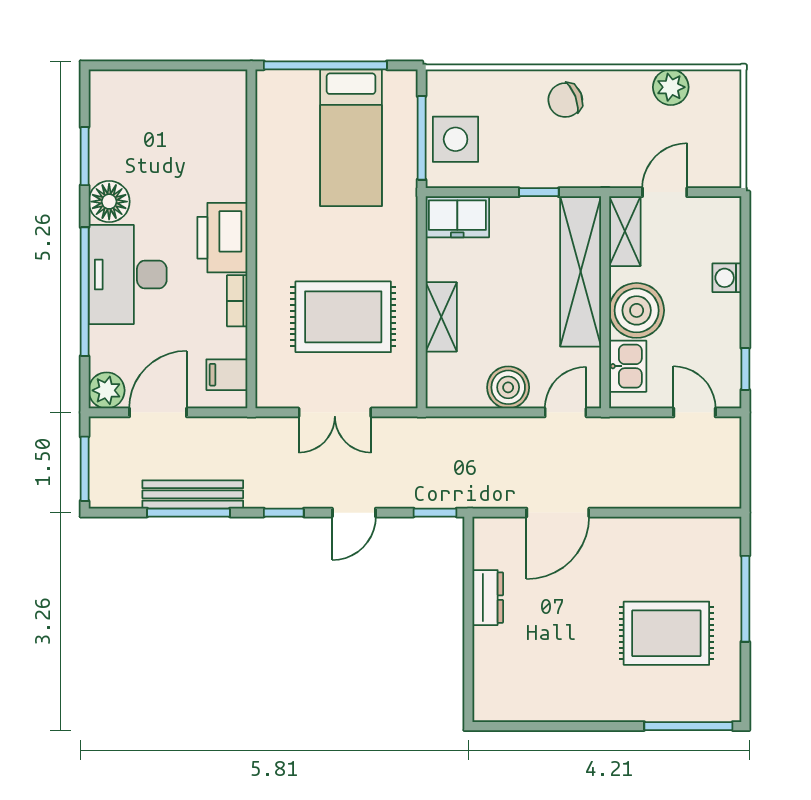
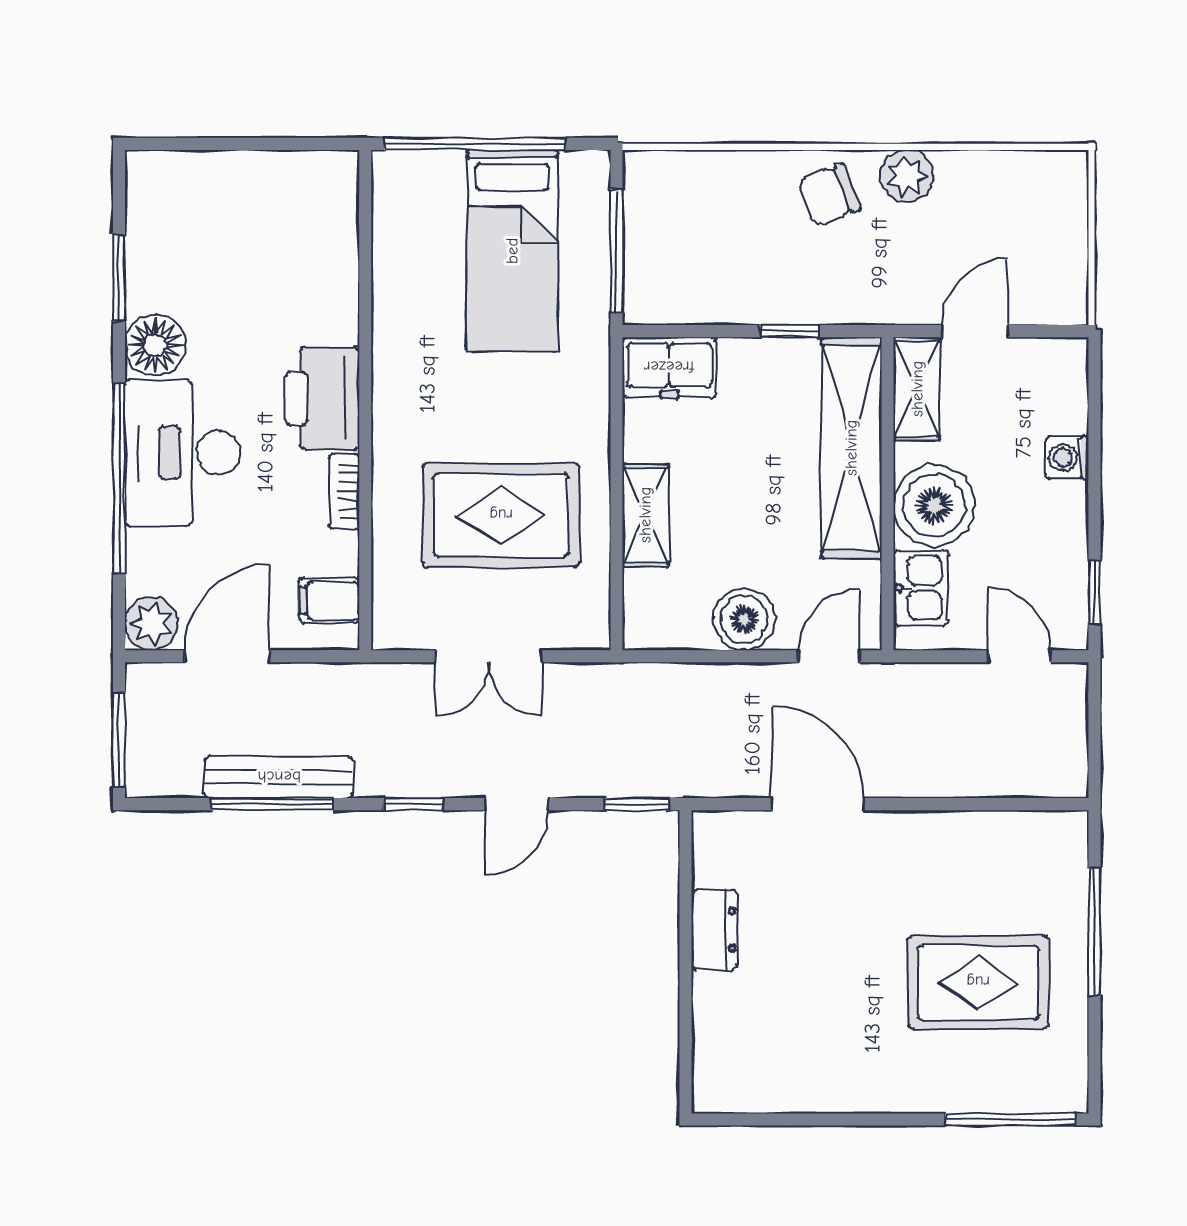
plant: (671, 87) -> (907, 176), moved
side table: (456, 139) -> (667, 253), removed
door: (558, 513) -> (818, 804), swing flipped

